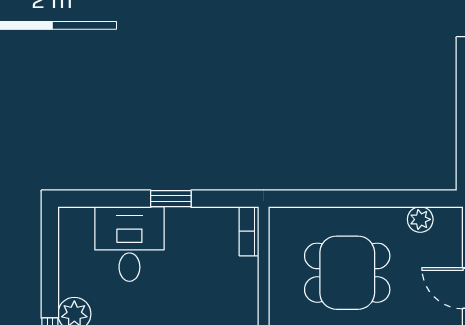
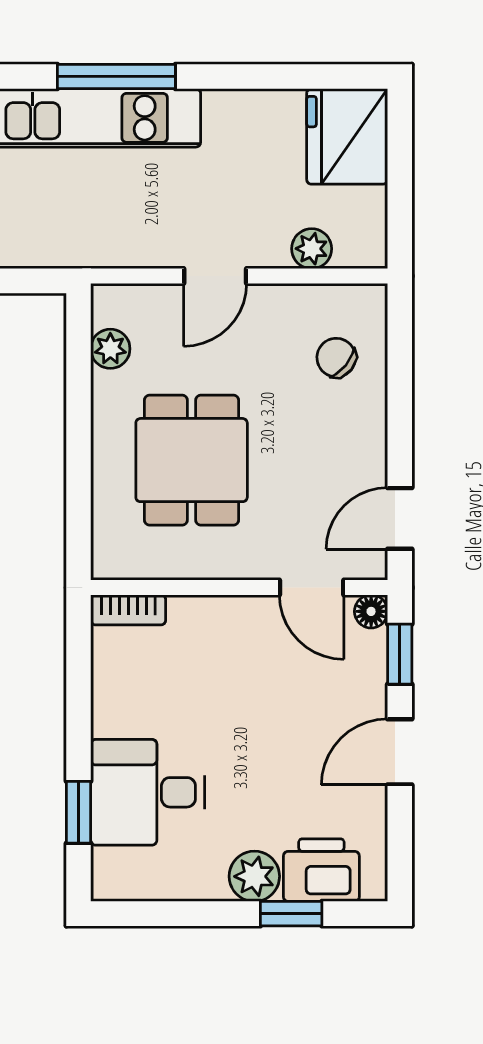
window: (171, 199) -> (79, 812), moved

